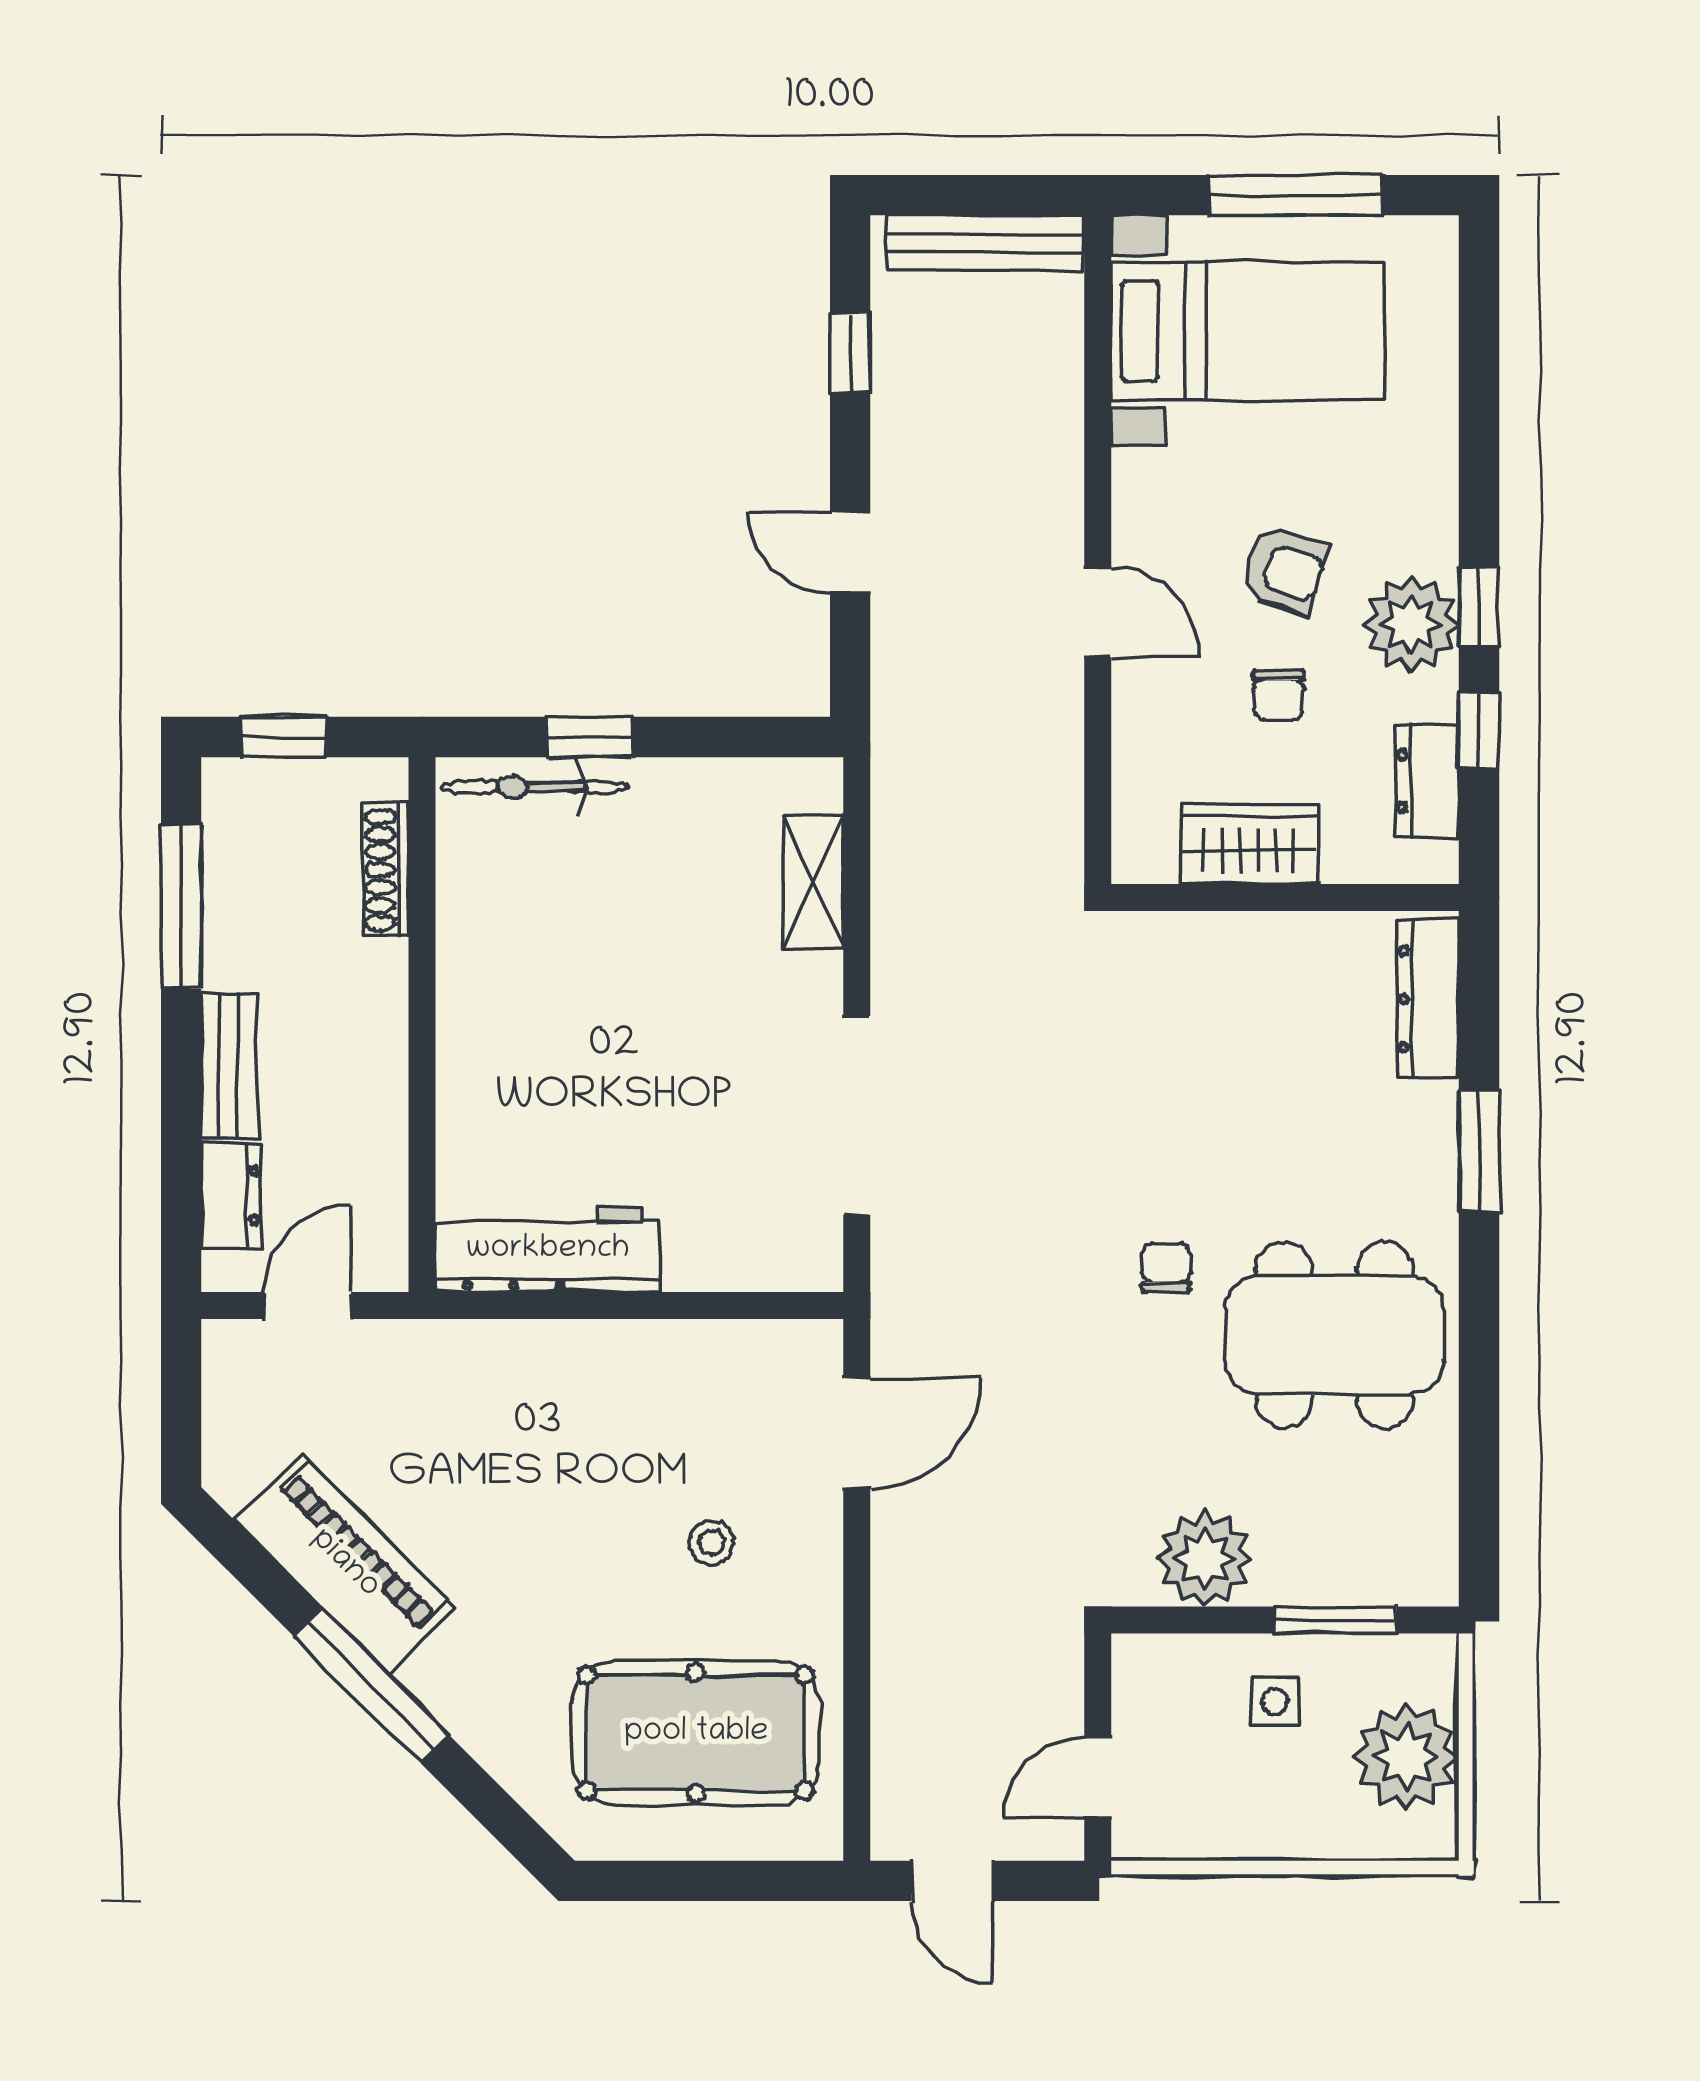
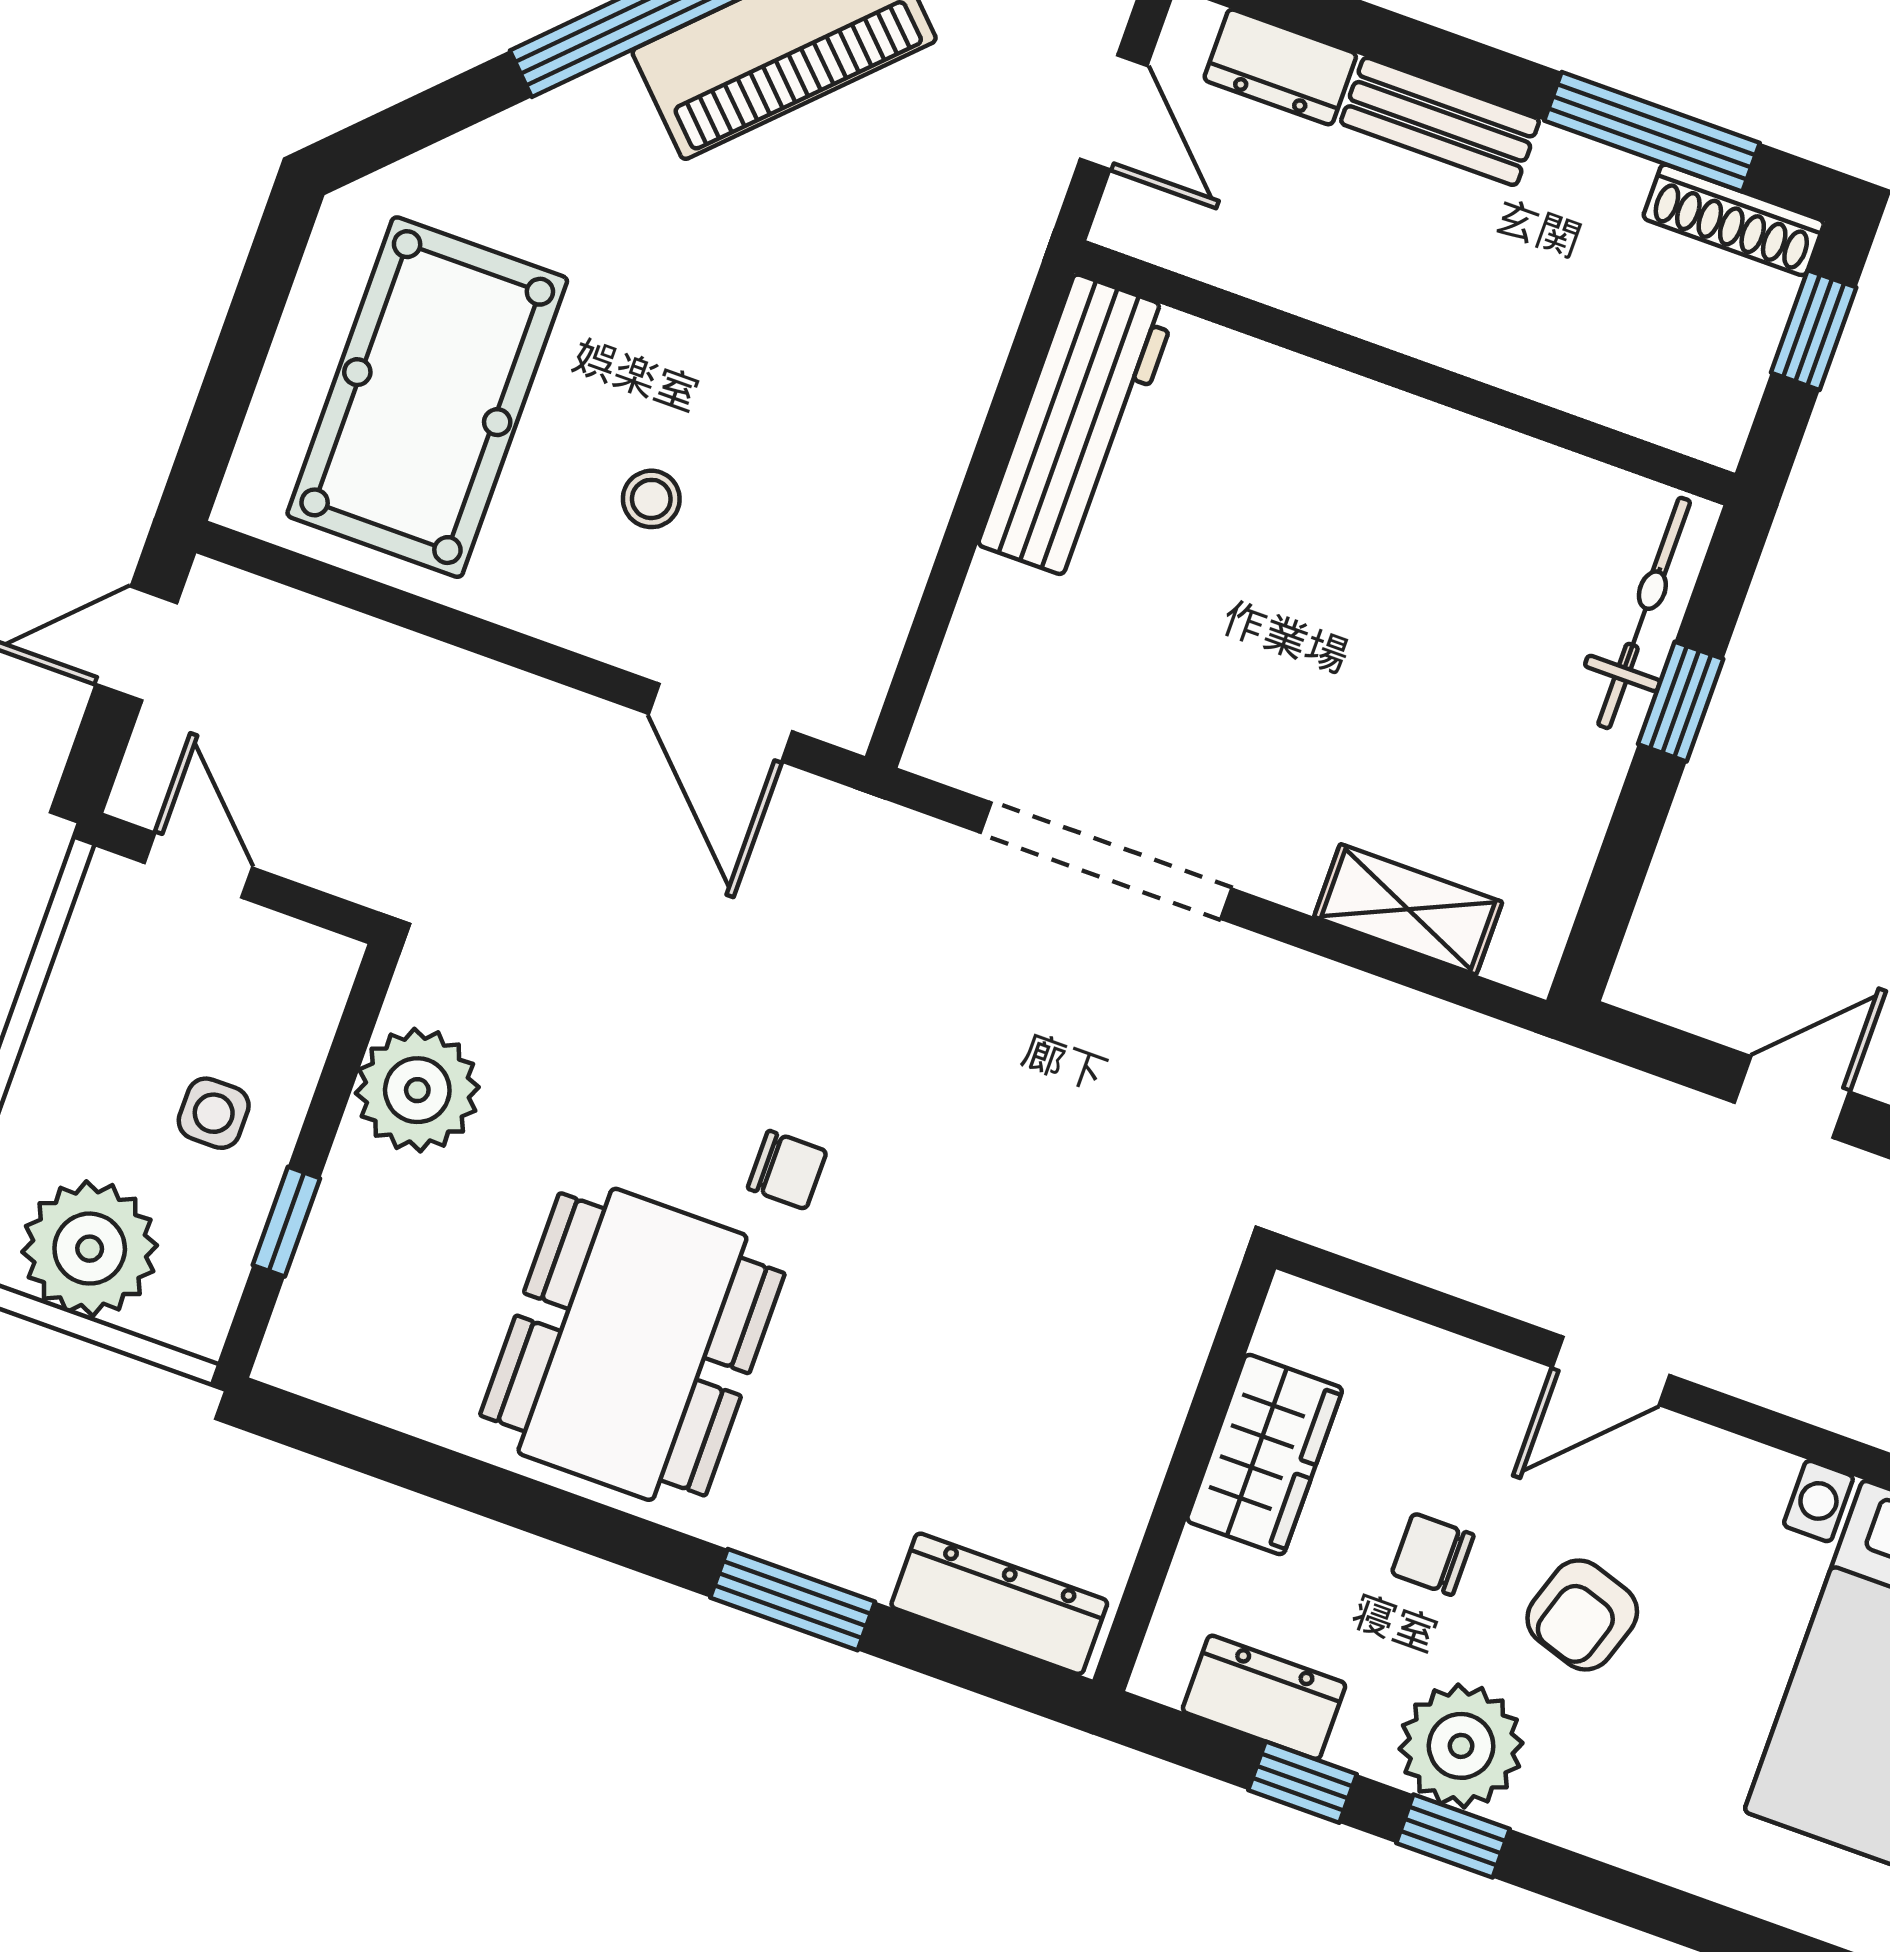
shoe rack: (386, 870) -> (1734, 220), moved, turned 180
window: (1335, 1620) -> (286, 1222), width x0.67

